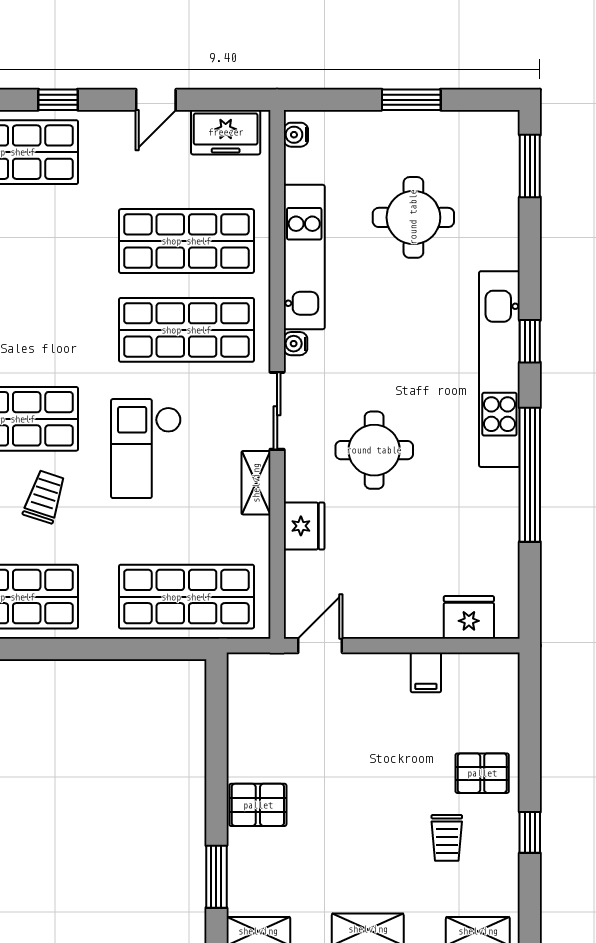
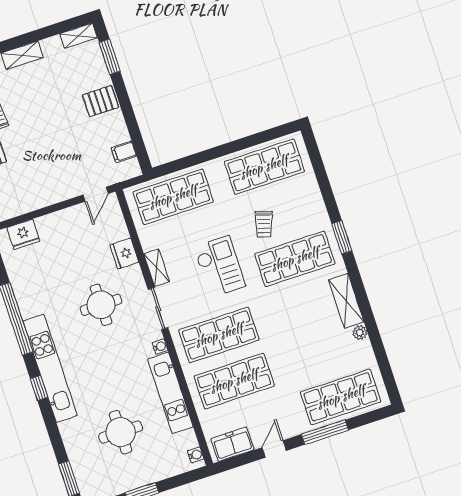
window: (58, 100) -> (325, 432), width x2.17
filing cabinet: (426, 672) -> (124, 152), moved, turned -90

